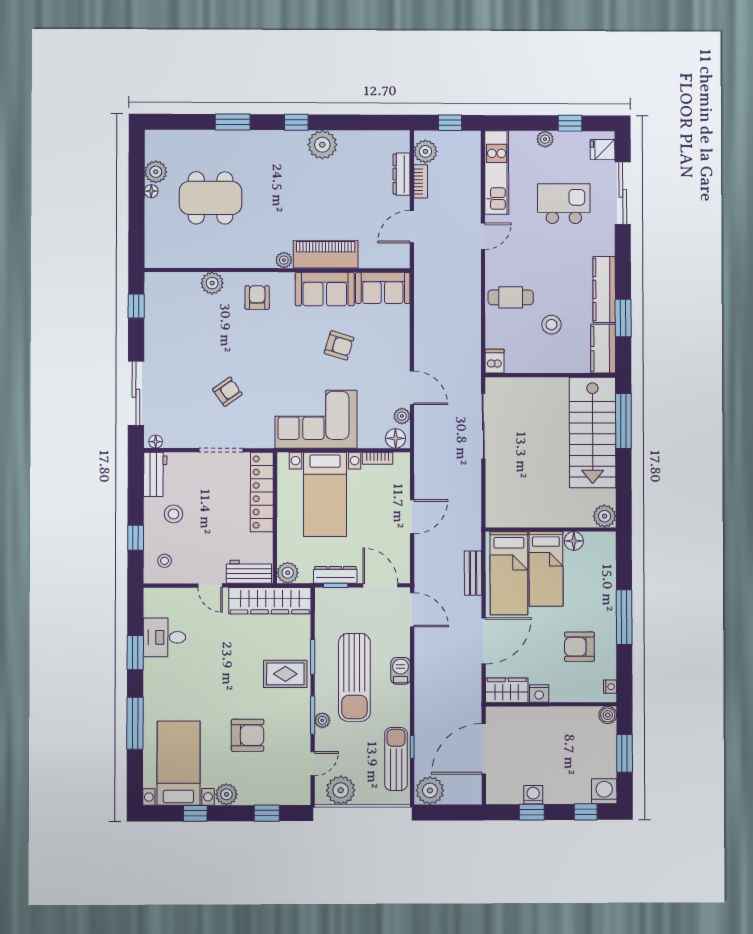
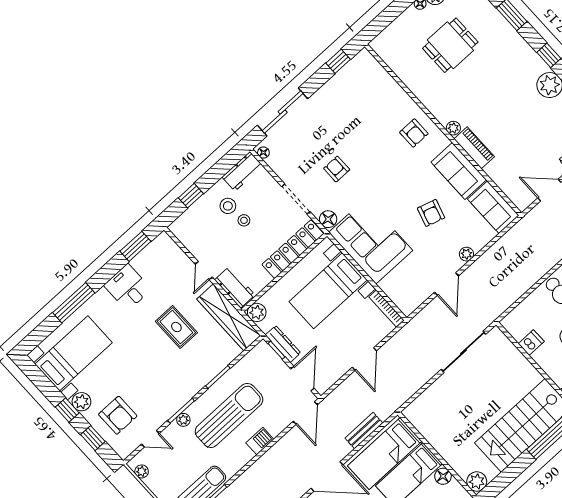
dining table: (211, 198) -> (450, 45), width x0.73
piano: (326, 254) -> (474, 148), width x0.73, depth x0.75
plant: (212, 283) -> (397, 96), removed
armchair: (257, 298) -> (414, 133), turned 90
dishwasher: (494, 361) -> (531, 343), moved
armchair: (227, 392) -> (337, 169), turned -145
plant: (402, 416) -> (466, 254), moved
floor lamp: (395, 438) -> (328, 219), moved
bookcase: (377, 458) -> (386, 309), width x1.56
door: (412, 517) -> (364, 359), hinge flipped
stool: (165, 561) -> (244, 220), moved
desk: (164, 637) -> (128, 287), moved
window: (135, 653) -> (135, 246), moved
rug: (285, 674) -> (176, 327), moved
sun lounger: (354, 677) -> (229, 415), turned 180
armchair: (248, 735) -> (118, 415), moved
plant: (341, 790) -> (142, 471), width x0.53, depth x0.53
window: (195, 813) -> (67, 410), moved

